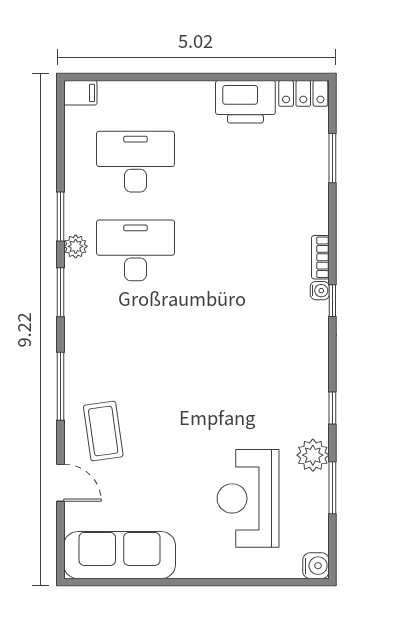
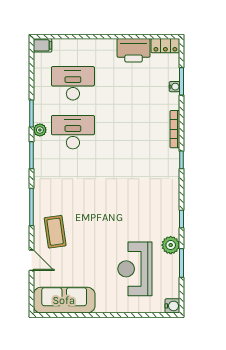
bookcase: (320, 257) -> (175, 129), width x1.56
water cooler: (320, 291) -> (174, 87), moved

